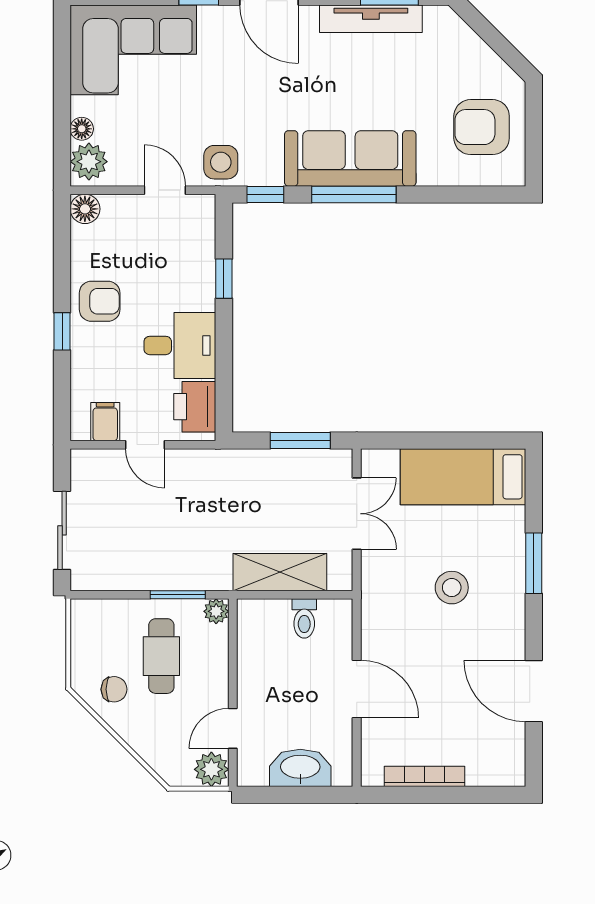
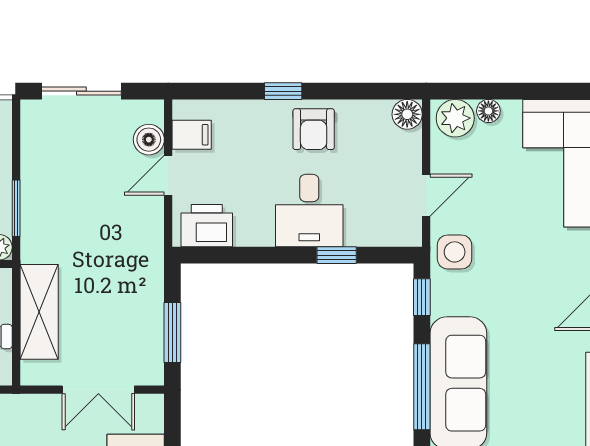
desk: (180, 345) -> (309, 211), moved
boiler: (110, 464) -> (149, 140), added

